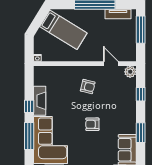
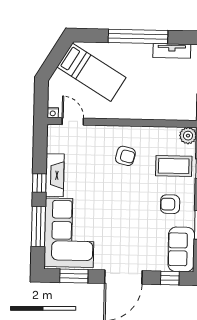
door: (111, 64) -> (73, 121), moved
coffee table: (121, 93) -> (174, 166), added
armchair: (92, 124) -> (170, 204), moved

